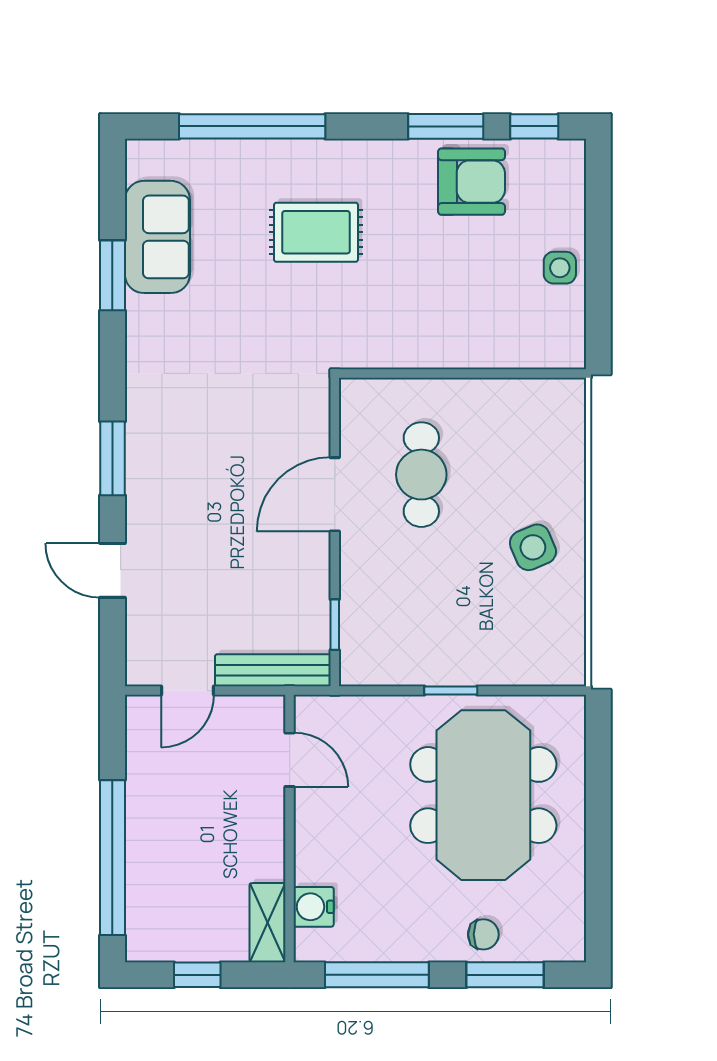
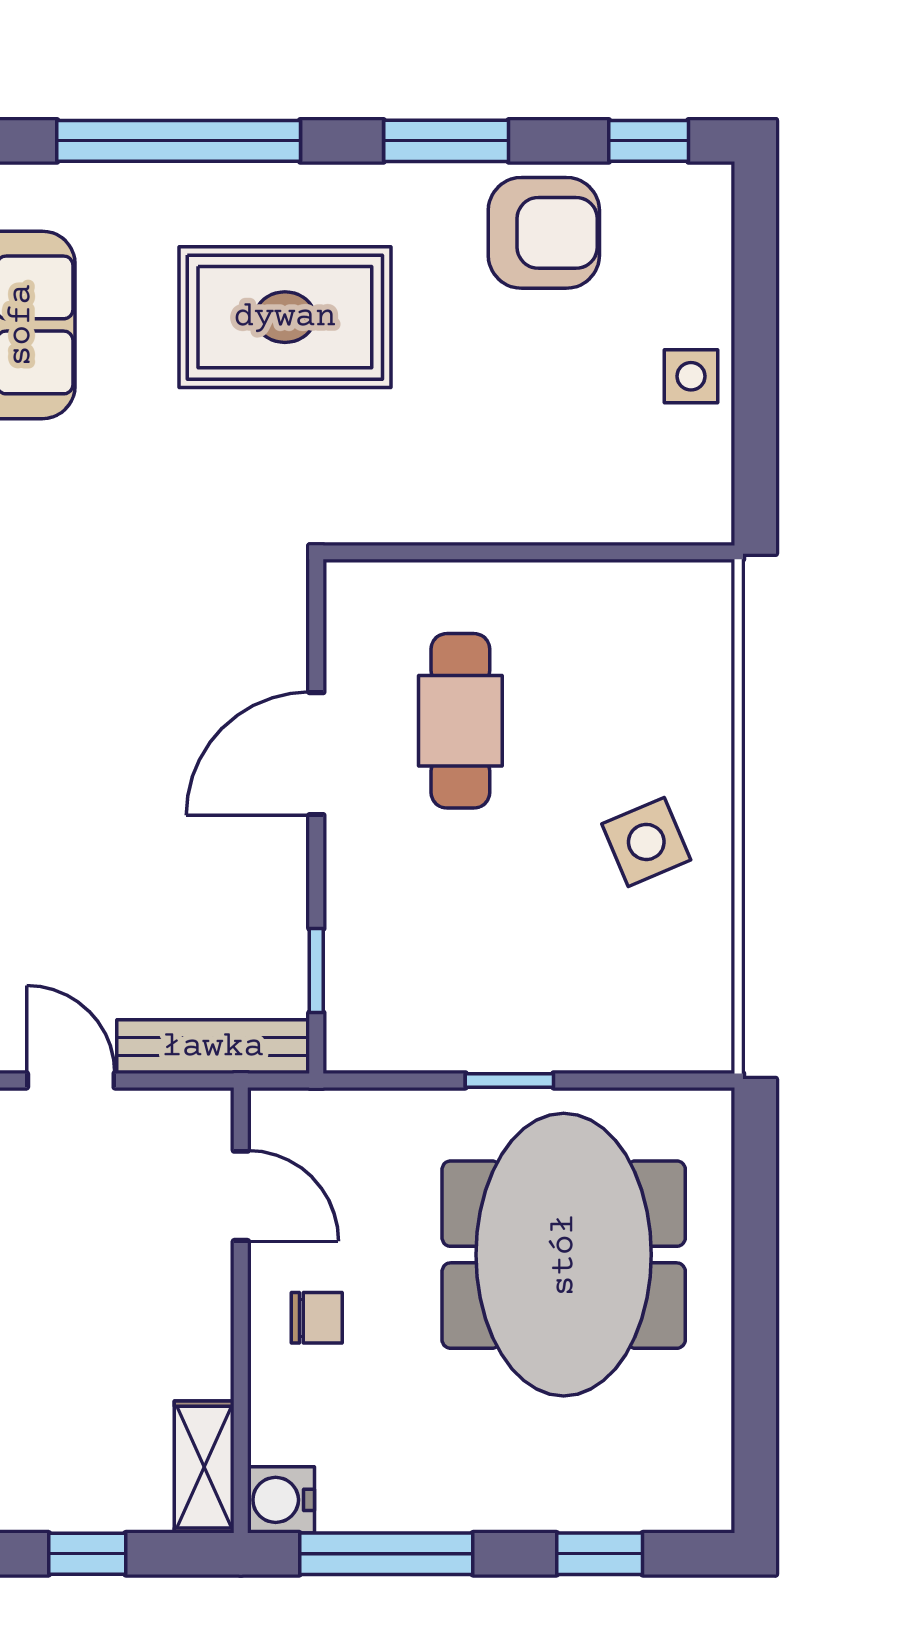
window: (446, 126) -> (446, 141), moved
rug: (316, 232) -> (285, 317), width x1.36, depth x1.43
door: (187, 691) -> (71, 1080), swing flipped
water cooler: (314, 907) -> (281, 1500), moved
chair: (483, 934) -> (317, 1318), moved
window: (505, 975) -> (600, 1554), width x0.67

